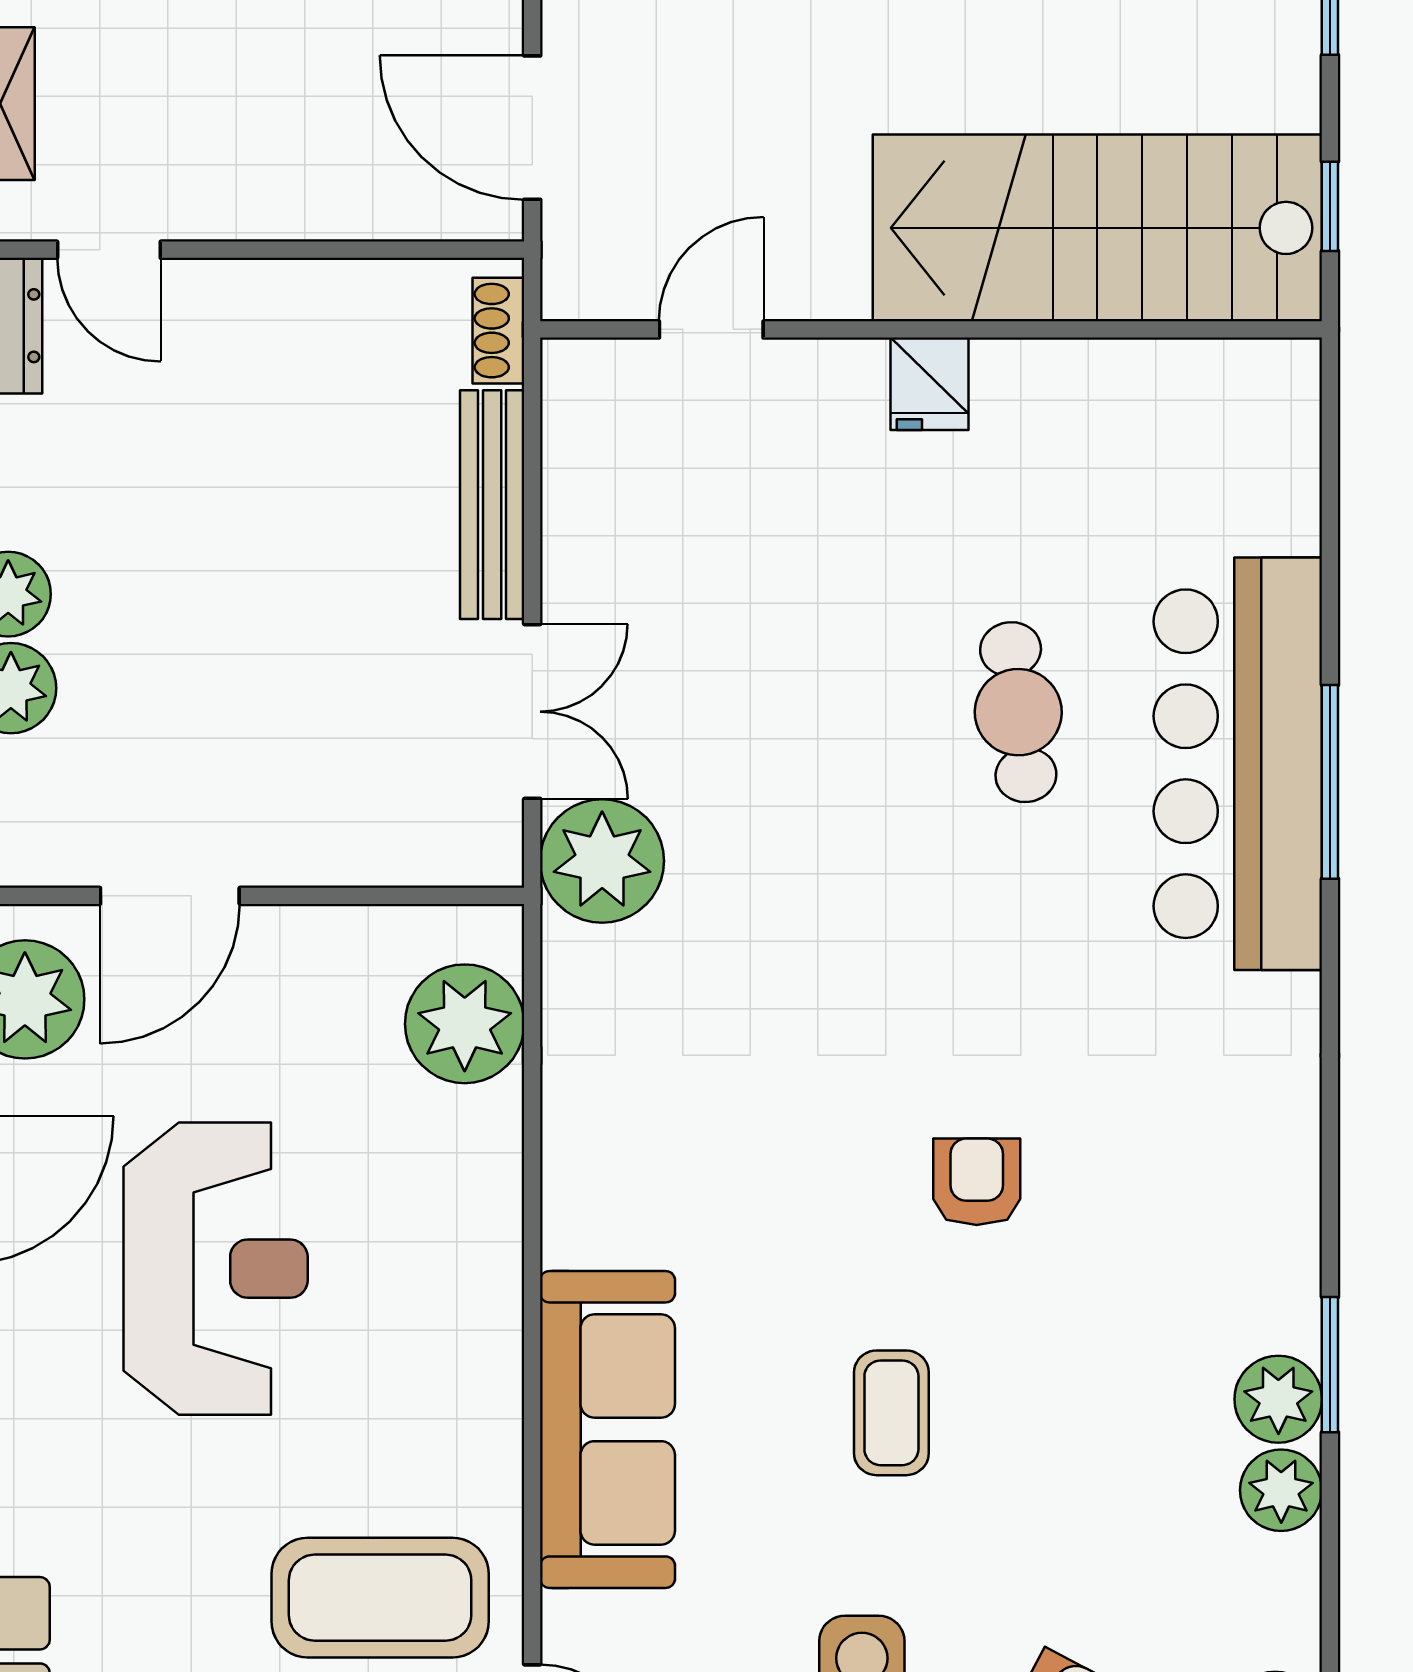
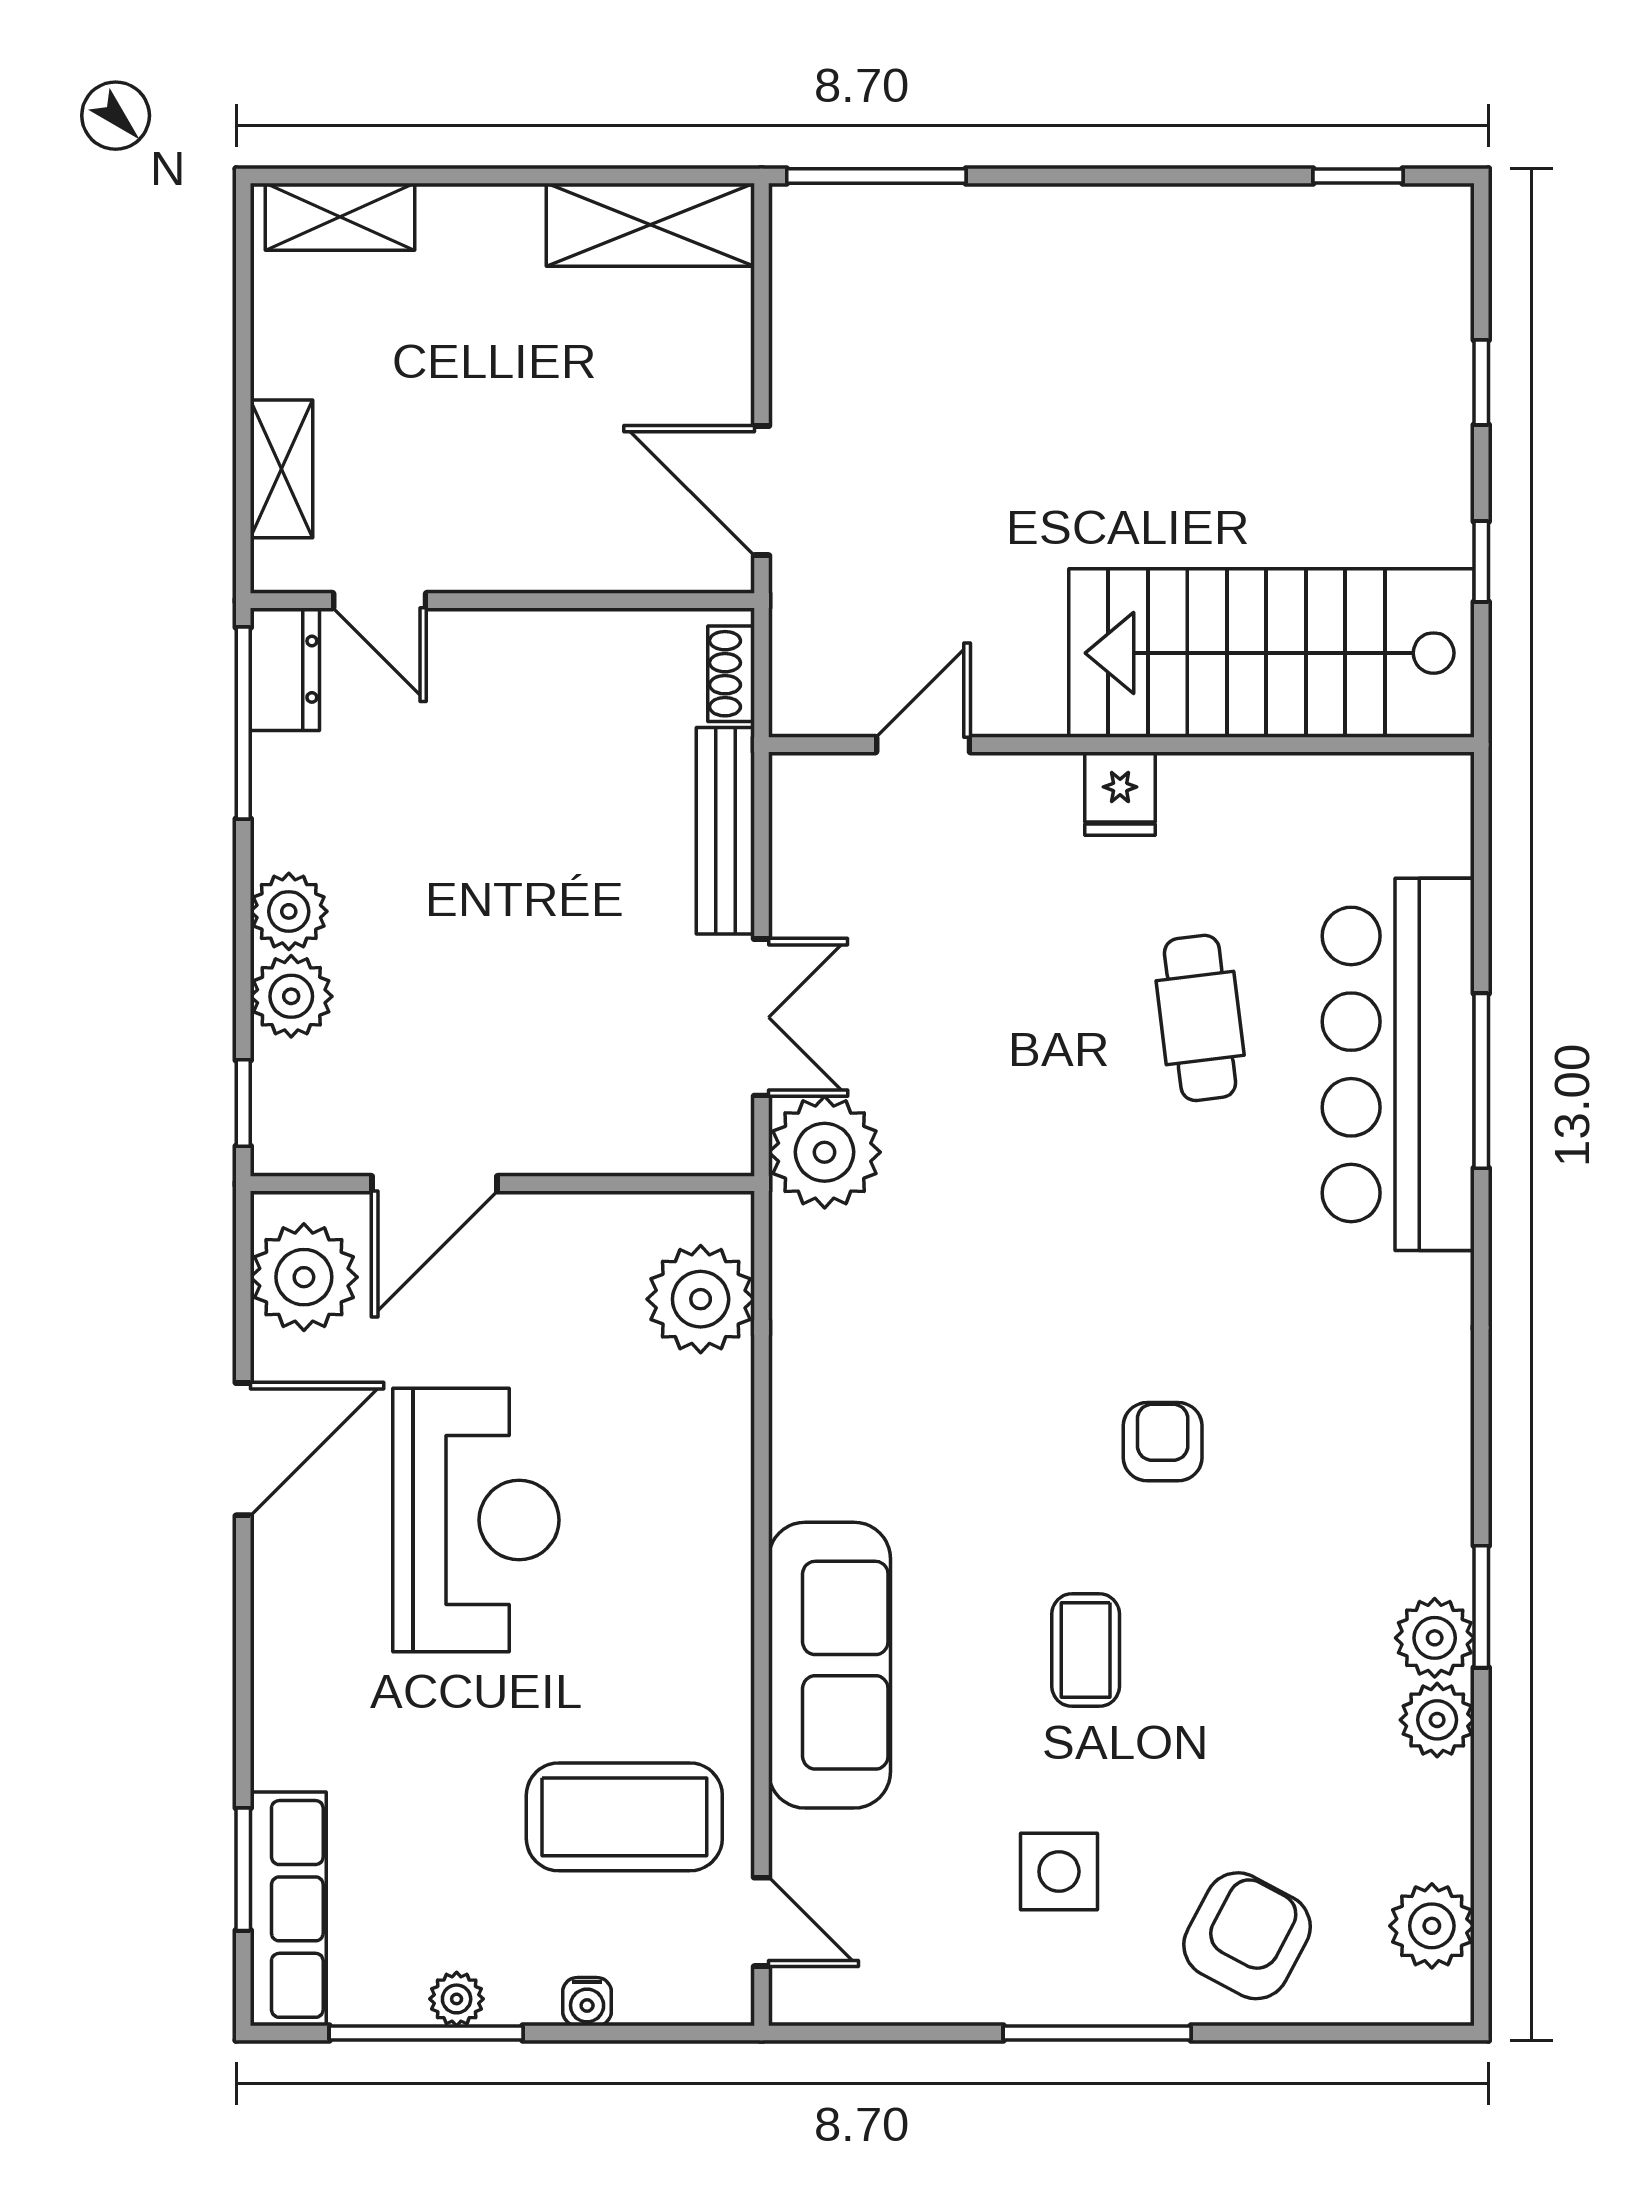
stairs: (1097, 228) -> (1271, 653), moved
door: (711, 329) -> (923, 745), moved
wall: (931, 329) -> (1121, 745), moved
fridge: (930, 384) -> (1120, 794), moved

